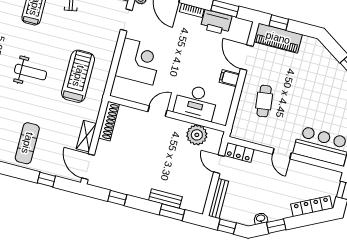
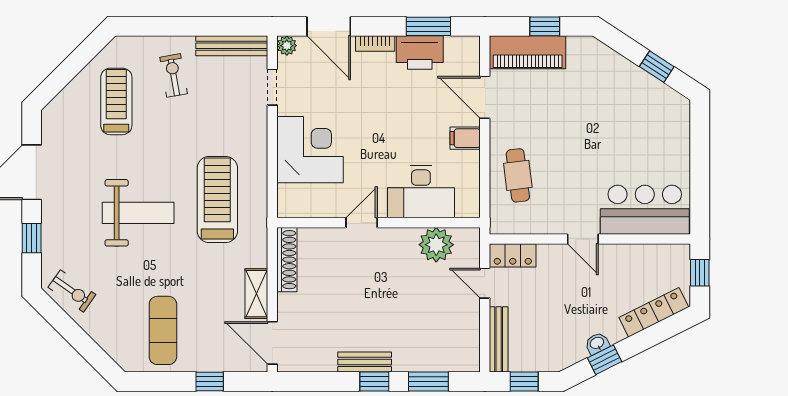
window: (279, 22) -> (545, 26), moved
weight bench: (31, 72) -> (138, 213), width x1.36, depth x1.33
cafe table: (264, 101) -> (518, 175), moved
window: (117, 198) -> (374, 381), moved
bench: (165, 199) -> (365, 362), moved
washbasin: (261, 218) -> (597, 343), moved

